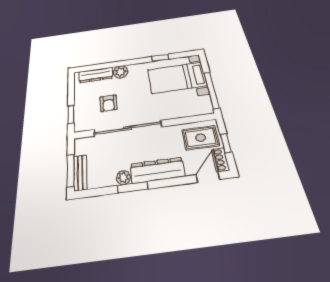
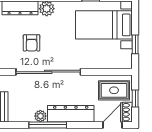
window: (211, 90) -> (135, 44), width x0.46
window: (133, 187) -> (48, 125), width x1.44

